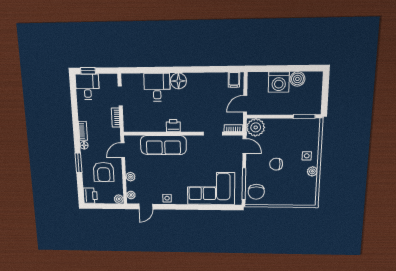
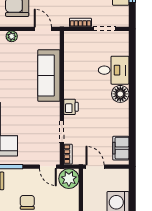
filing cabinet: (234, 80) -> (121, 148), width x2.00
printer: (173, 126) -> (71, 107), moved
door: (244, 146) -> (48, 167), hinge flipped

